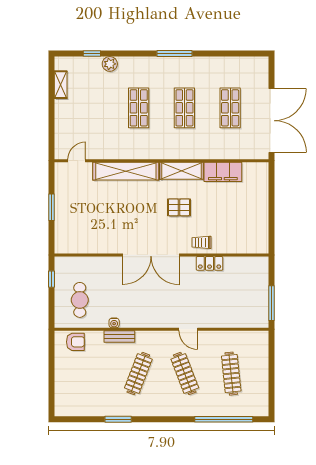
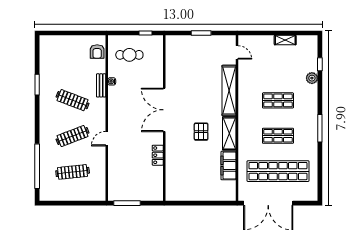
shelving: (61, 85) -> (285, 40), moved
shop shelf: (230, 108) -> (278, 171), width x2.00, depth x1.36
trolley: (201, 242) -> (174, 149), removed

